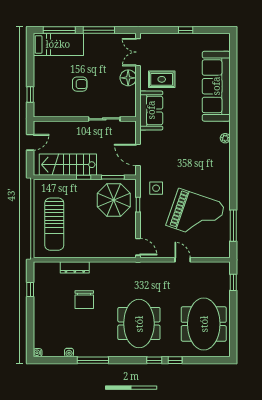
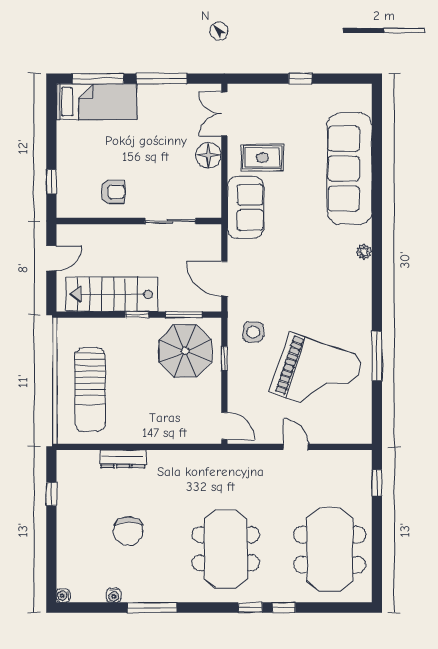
armchair: (80, 84) -> (113, 192), moved
window: (233, 226) -> (377, 356), moved
chair: (84, 300) -> (128, 531), moved

